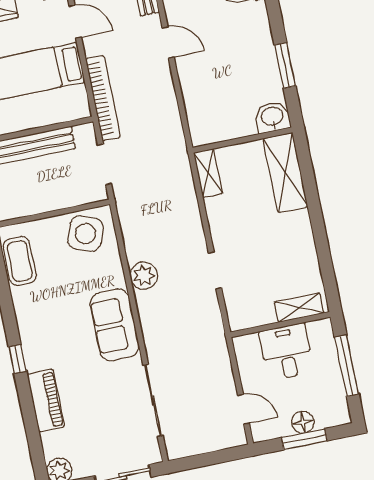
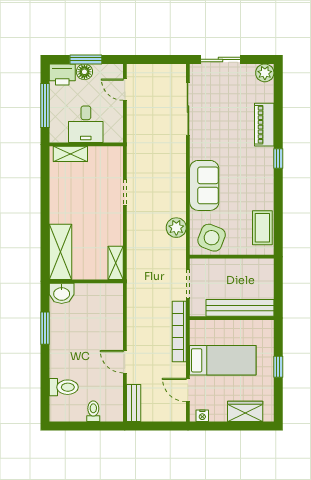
plant: (144, 276) -> (176, 228), moved
sofa: (115, 325) -> (204, 185), moved
printer: (332, 412) -> (62, 74), added

